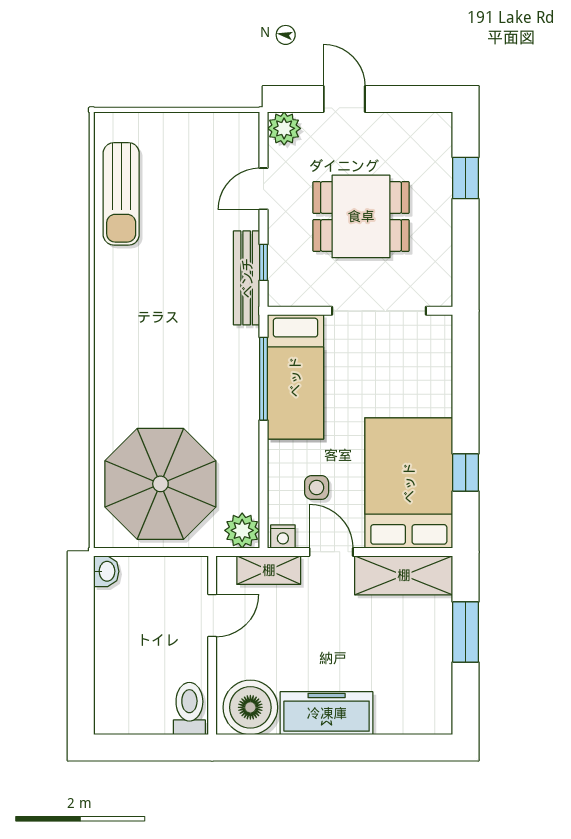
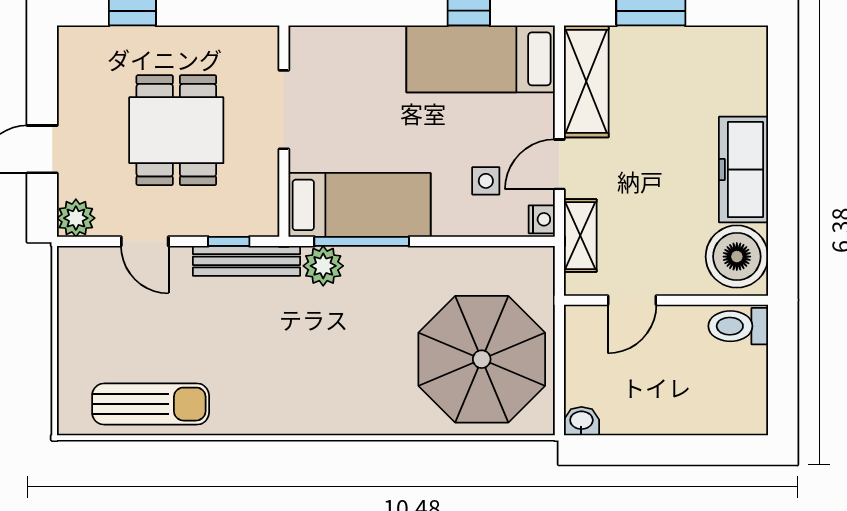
doorway: (379, 311) -> (284, 110), width x0.73
bed: (409, 483) -> (481, 59), width x0.67
plant: (242, 530) -> (323, 266), moved
door: (212, 616) -> (632, 300), swing flipped

